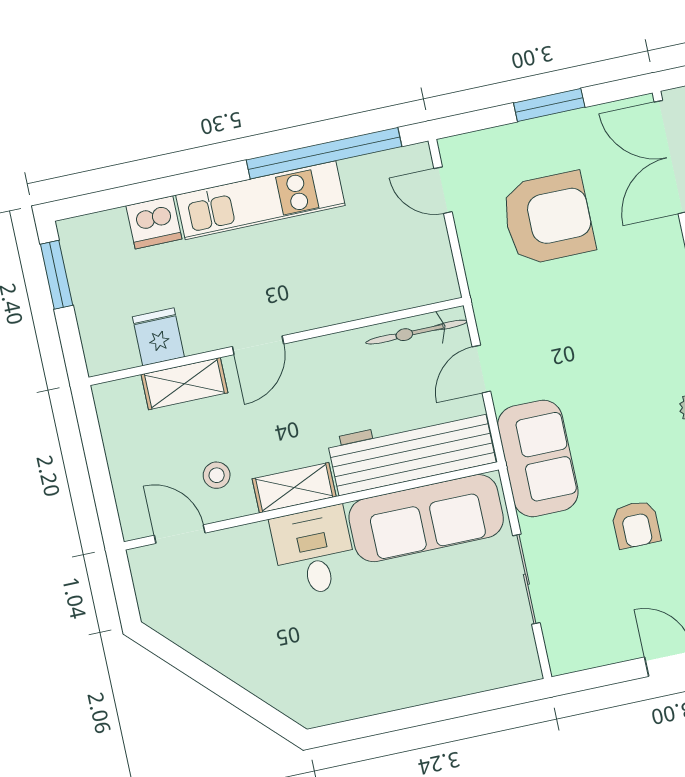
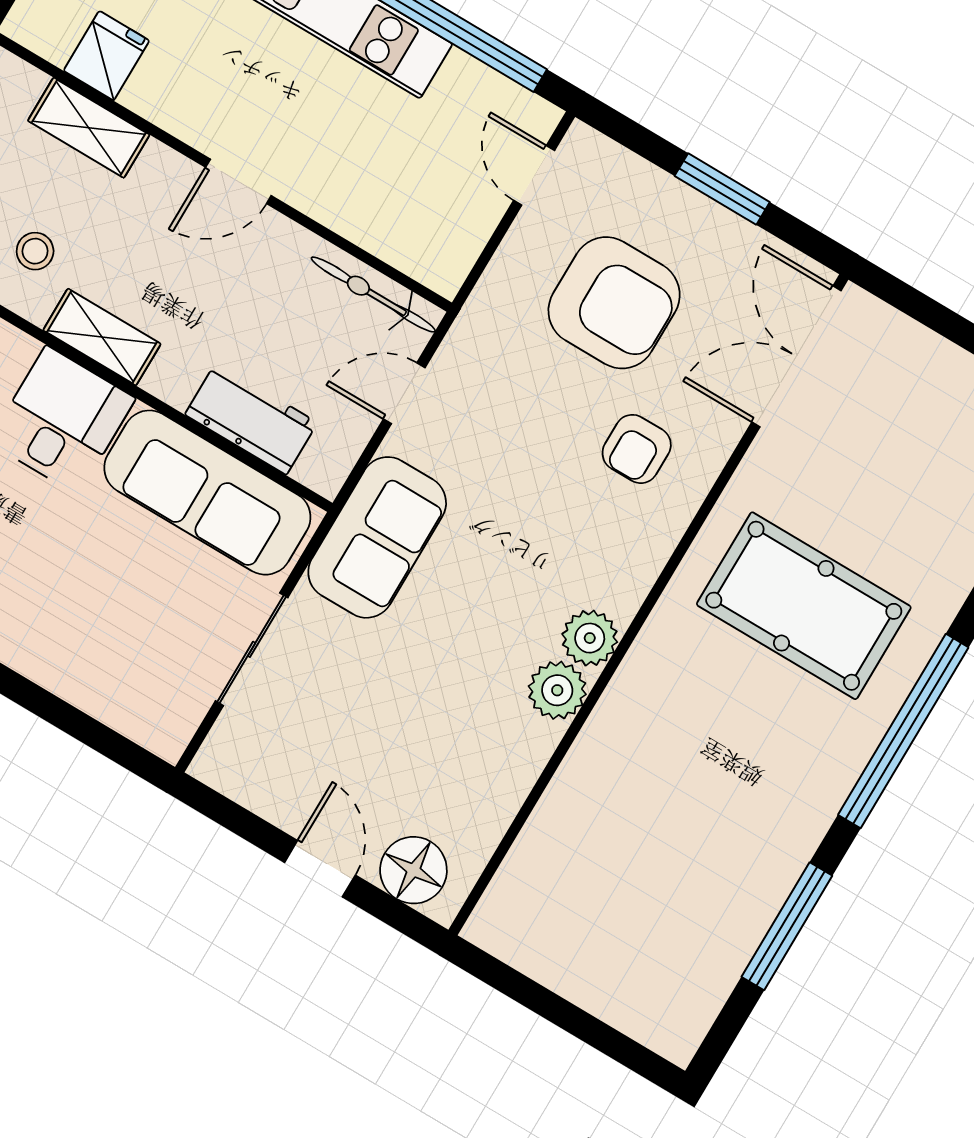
door: (258, 345) -> (238, 181), moved
workbench: (411, 451) -> (251, 419), width x0.53, depth x0.76
armchair: (636, 524) -> (637, 449), moved

